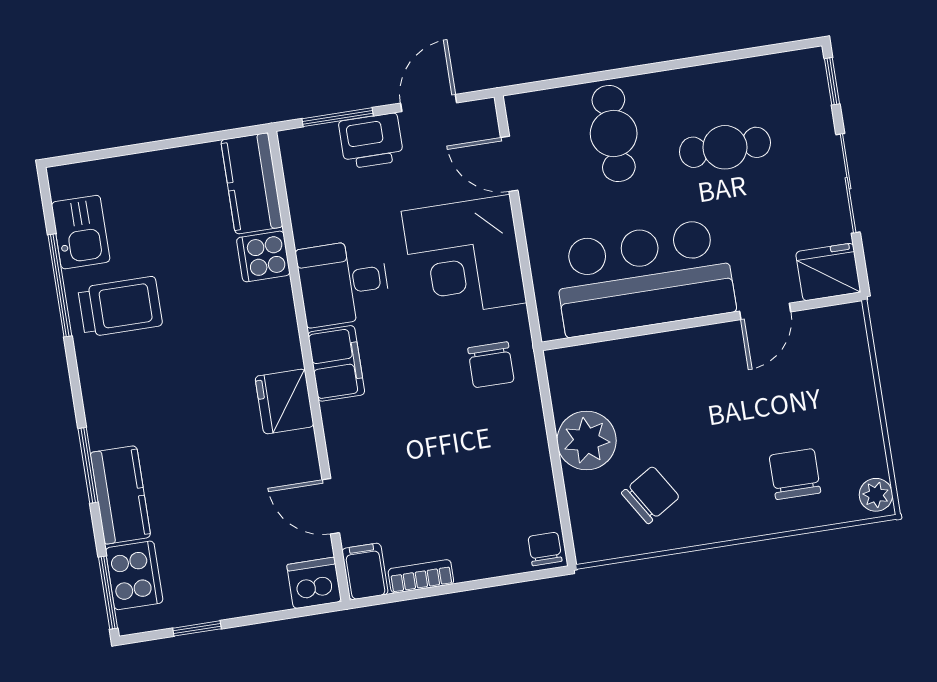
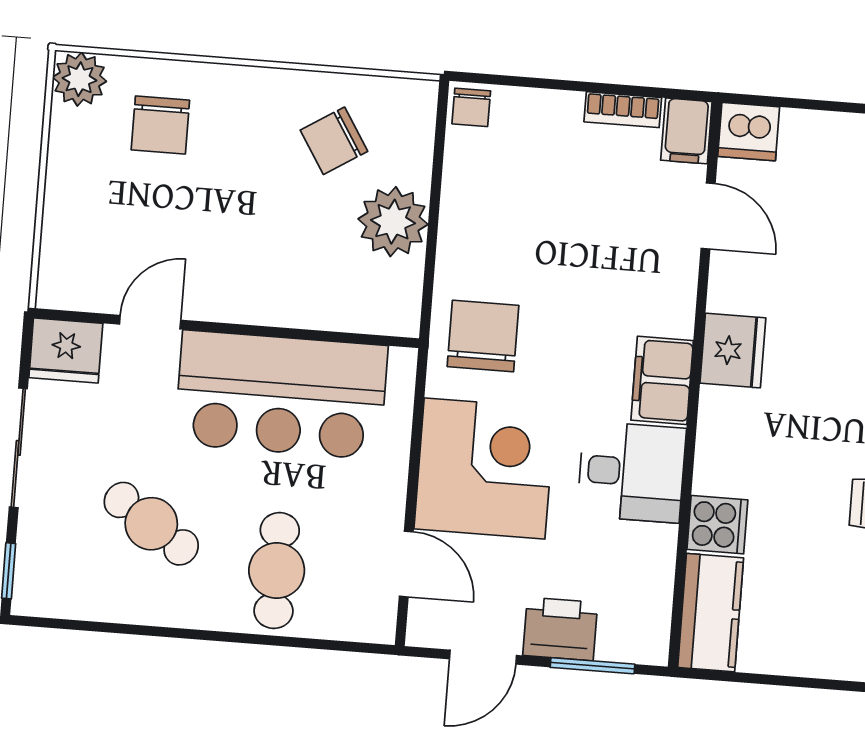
cafe table: (725, 147) -> (151, 524), turned 34
chair: (491, 365) -> (483, 336), width x1.37, depth x1.37
plant: (876, 495) -> (80, 79), width x1.38, depth x1.38

